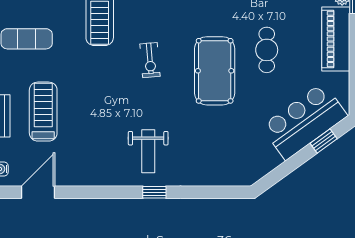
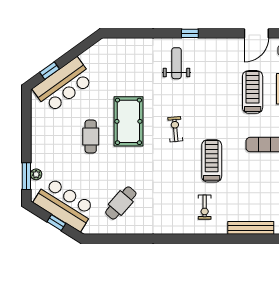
piano: (336, 39) -> (41, 144), removed
treadmill: (43, 112) -> (253, 92), turned 180
window: (154, 192) -> (190, 33), moved

